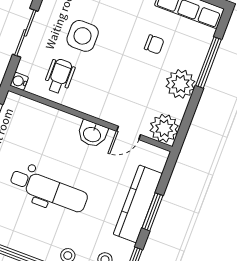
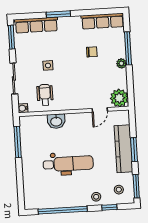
side table: (83, 36) -> (48, 65), width x0.54, depth x0.54
plant: (180, 84) -> (121, 63), width x0.53, depth x0.53
washbasin: (92, 134) -> (56, 121), moved

